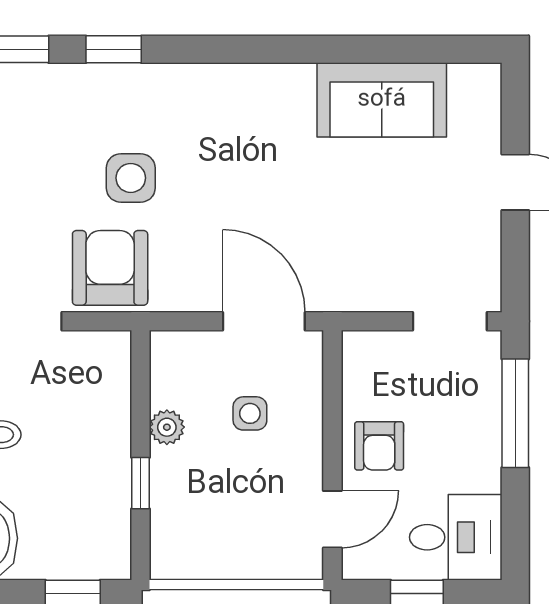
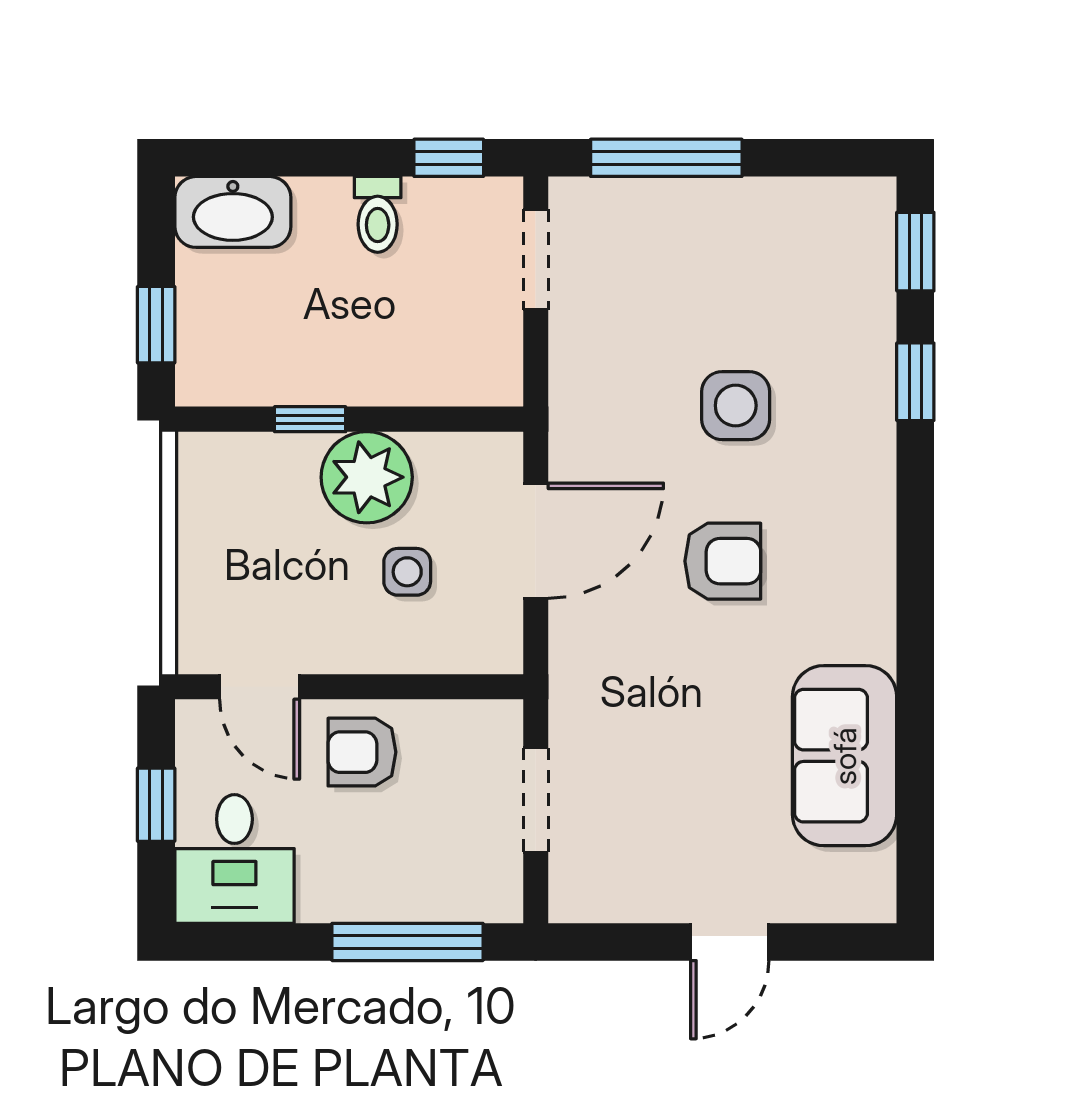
armchair: (110, 268) -> (723, 561), moved, width x0.72, depth x0.72
door: (264, 321) -> (536, 541), moved
doorway: (450, 321) -> (536, 800), moved
plant: (167, 427) -> (367, 477), width x1.88, depth x1.88

